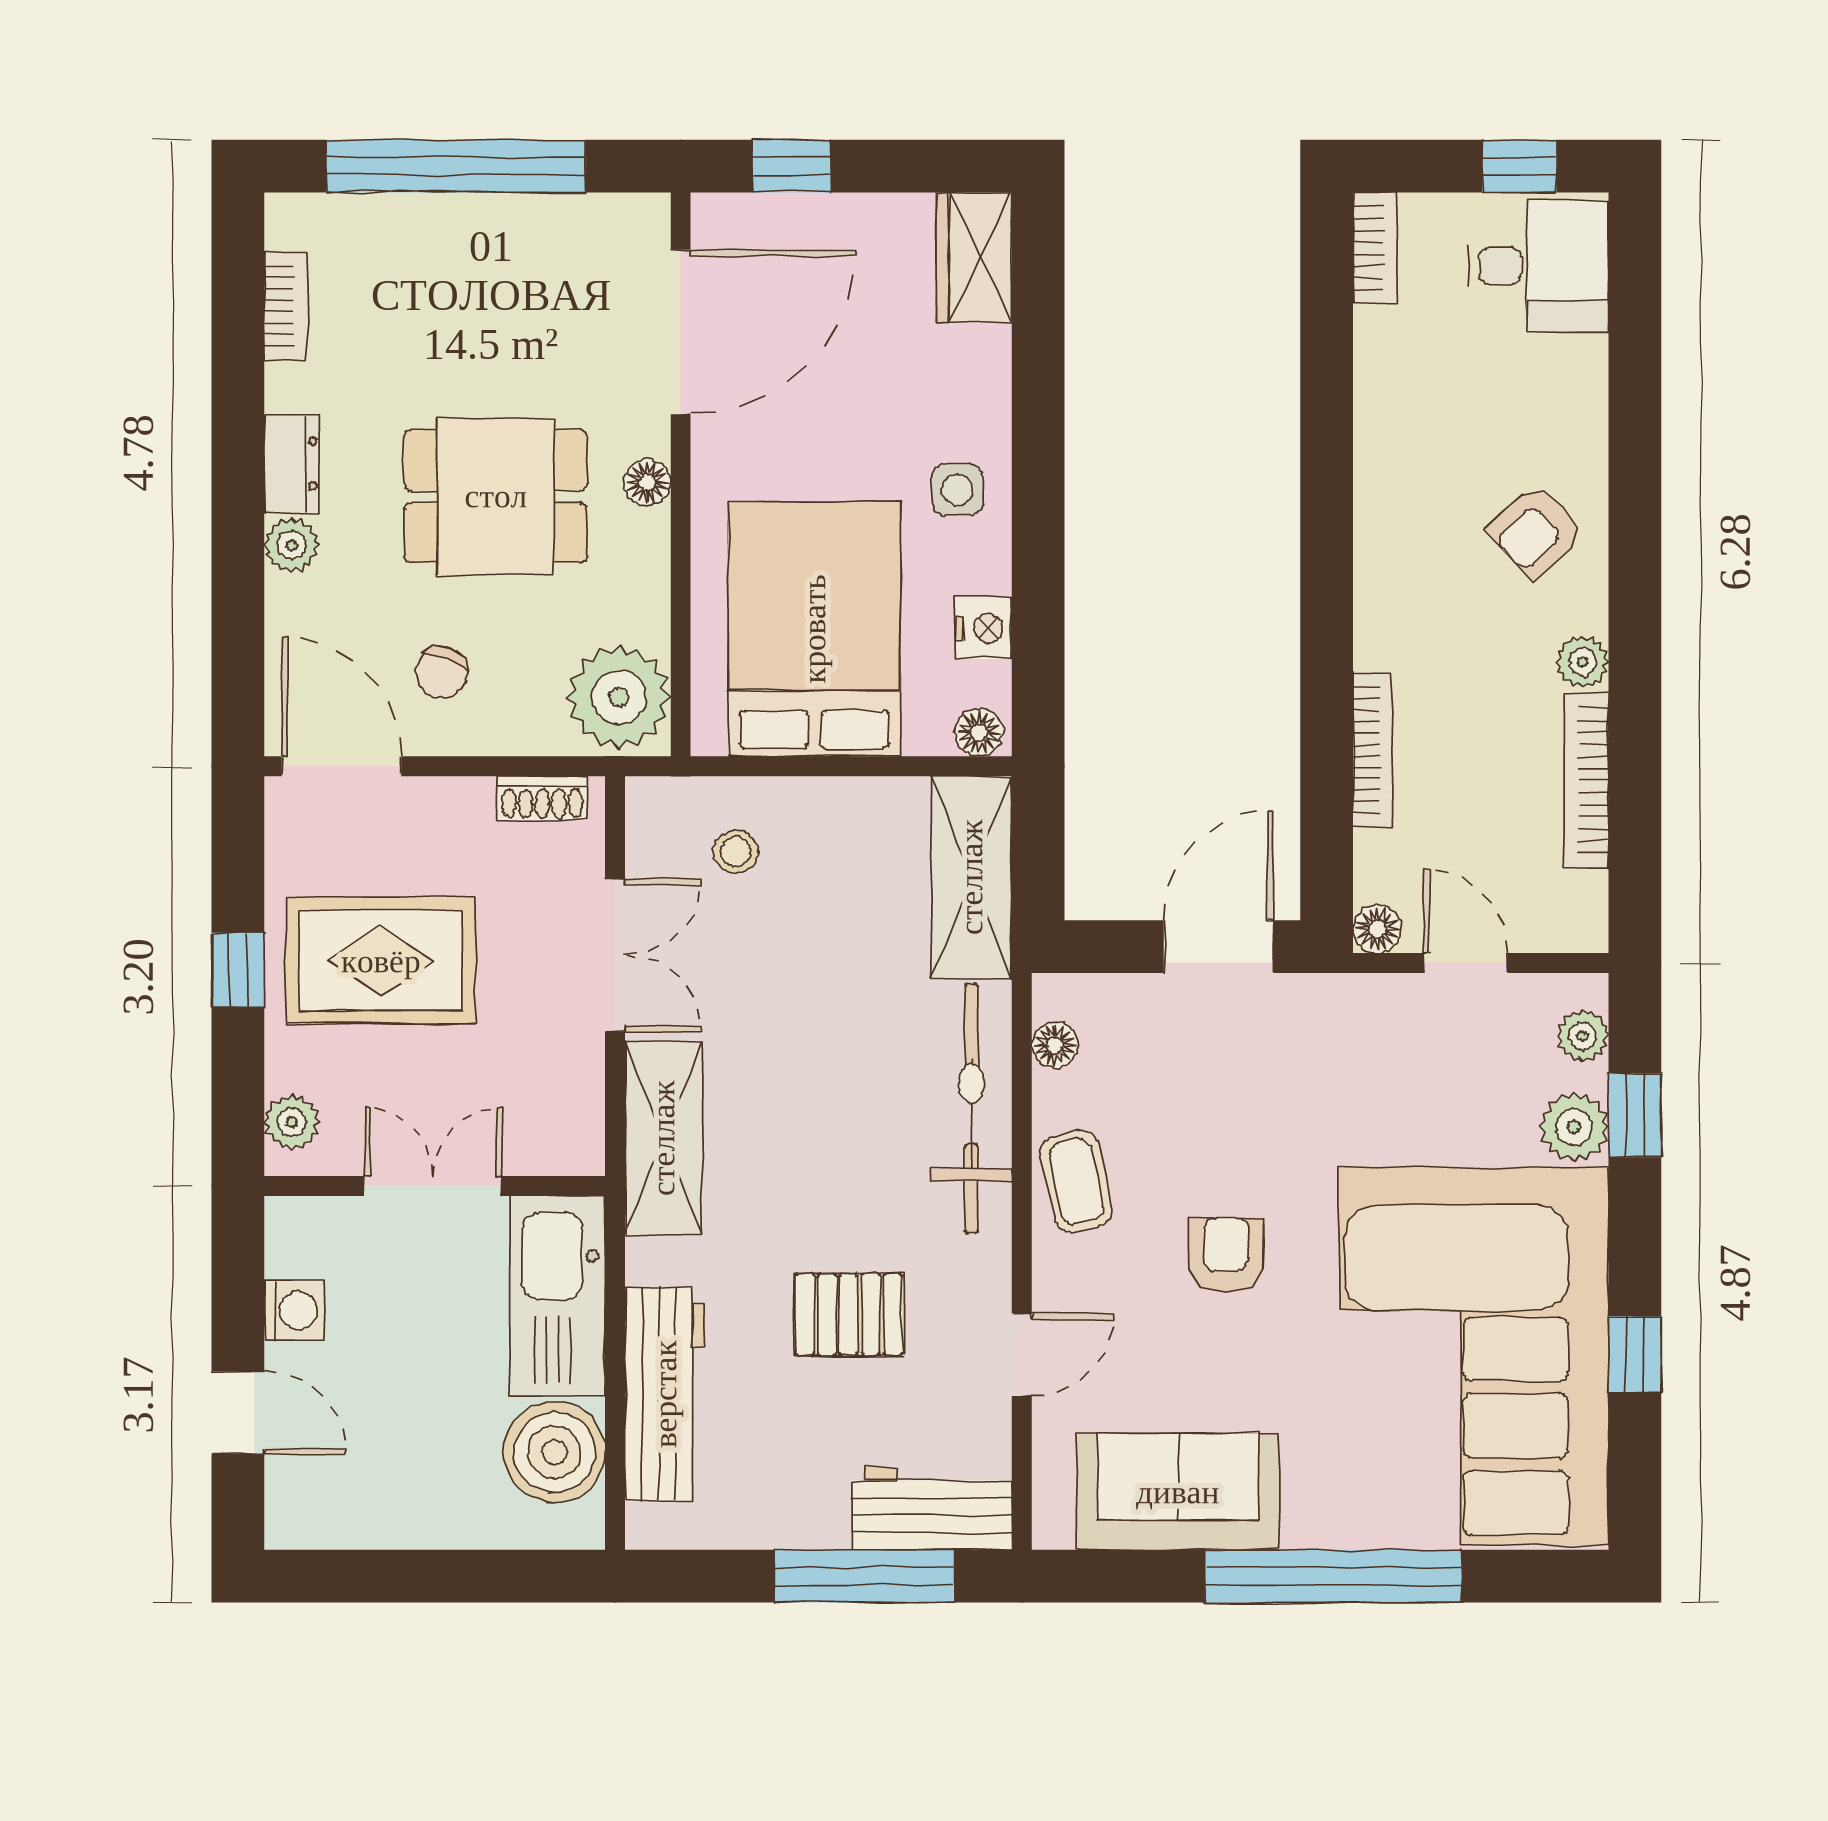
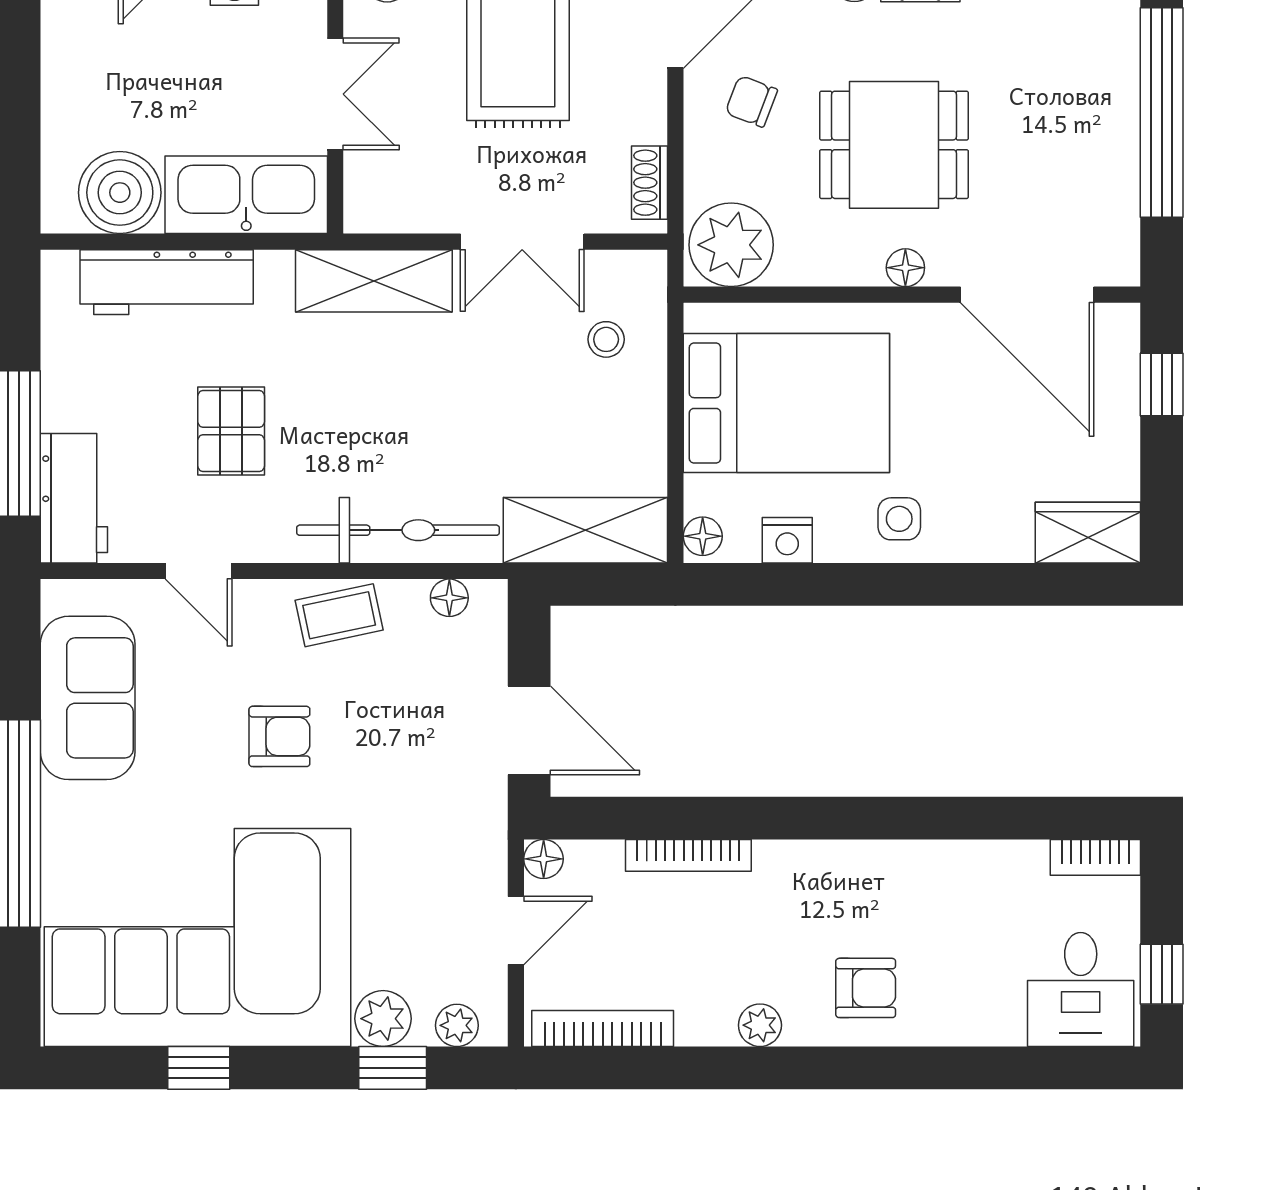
dining table: (496, 496) -> (894, 145), turned 90
armchair: (1536, 531) -> (866, 988), turned 132
bookcase: (1586, 781) -> (603, 1028), moved

